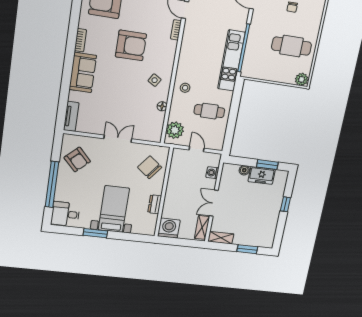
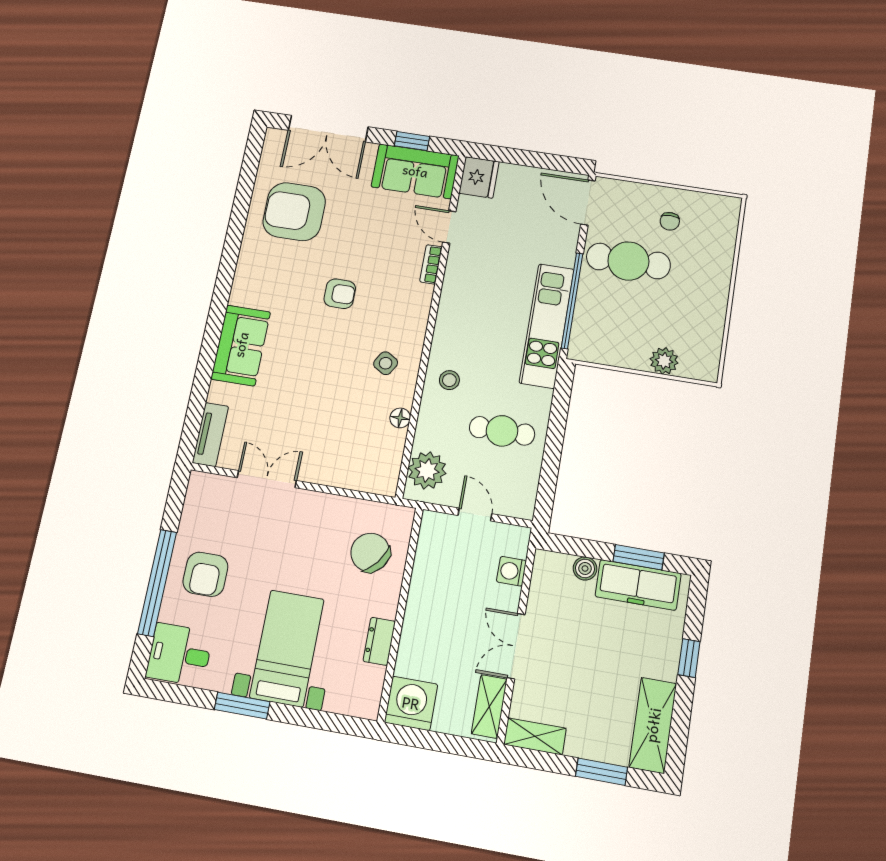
bookcase: (80, 40) -> (241, 283), removed
armchair: (131, 45) -> (340, 294), width x0.53, depth x0.53
cafe table: (292, 46) -> (628, 261), moved
plant: (302, 79) -> (664, 361), moved
double door: (118, 139) -> (267, 479), moved
armchair: (77, 160) -> (205, 574), moved, turned 43
freezer: (262, 175) -> (638, 585), width x1.40
shelving: (269, 231) -> (653, 725), added

